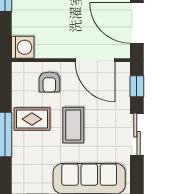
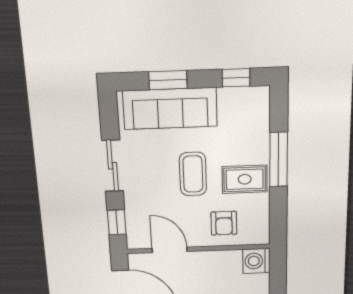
door: (95, 60) -> (170, 250), width x0.73
armchair: (49, 82) -> (224, 223), turned 180

